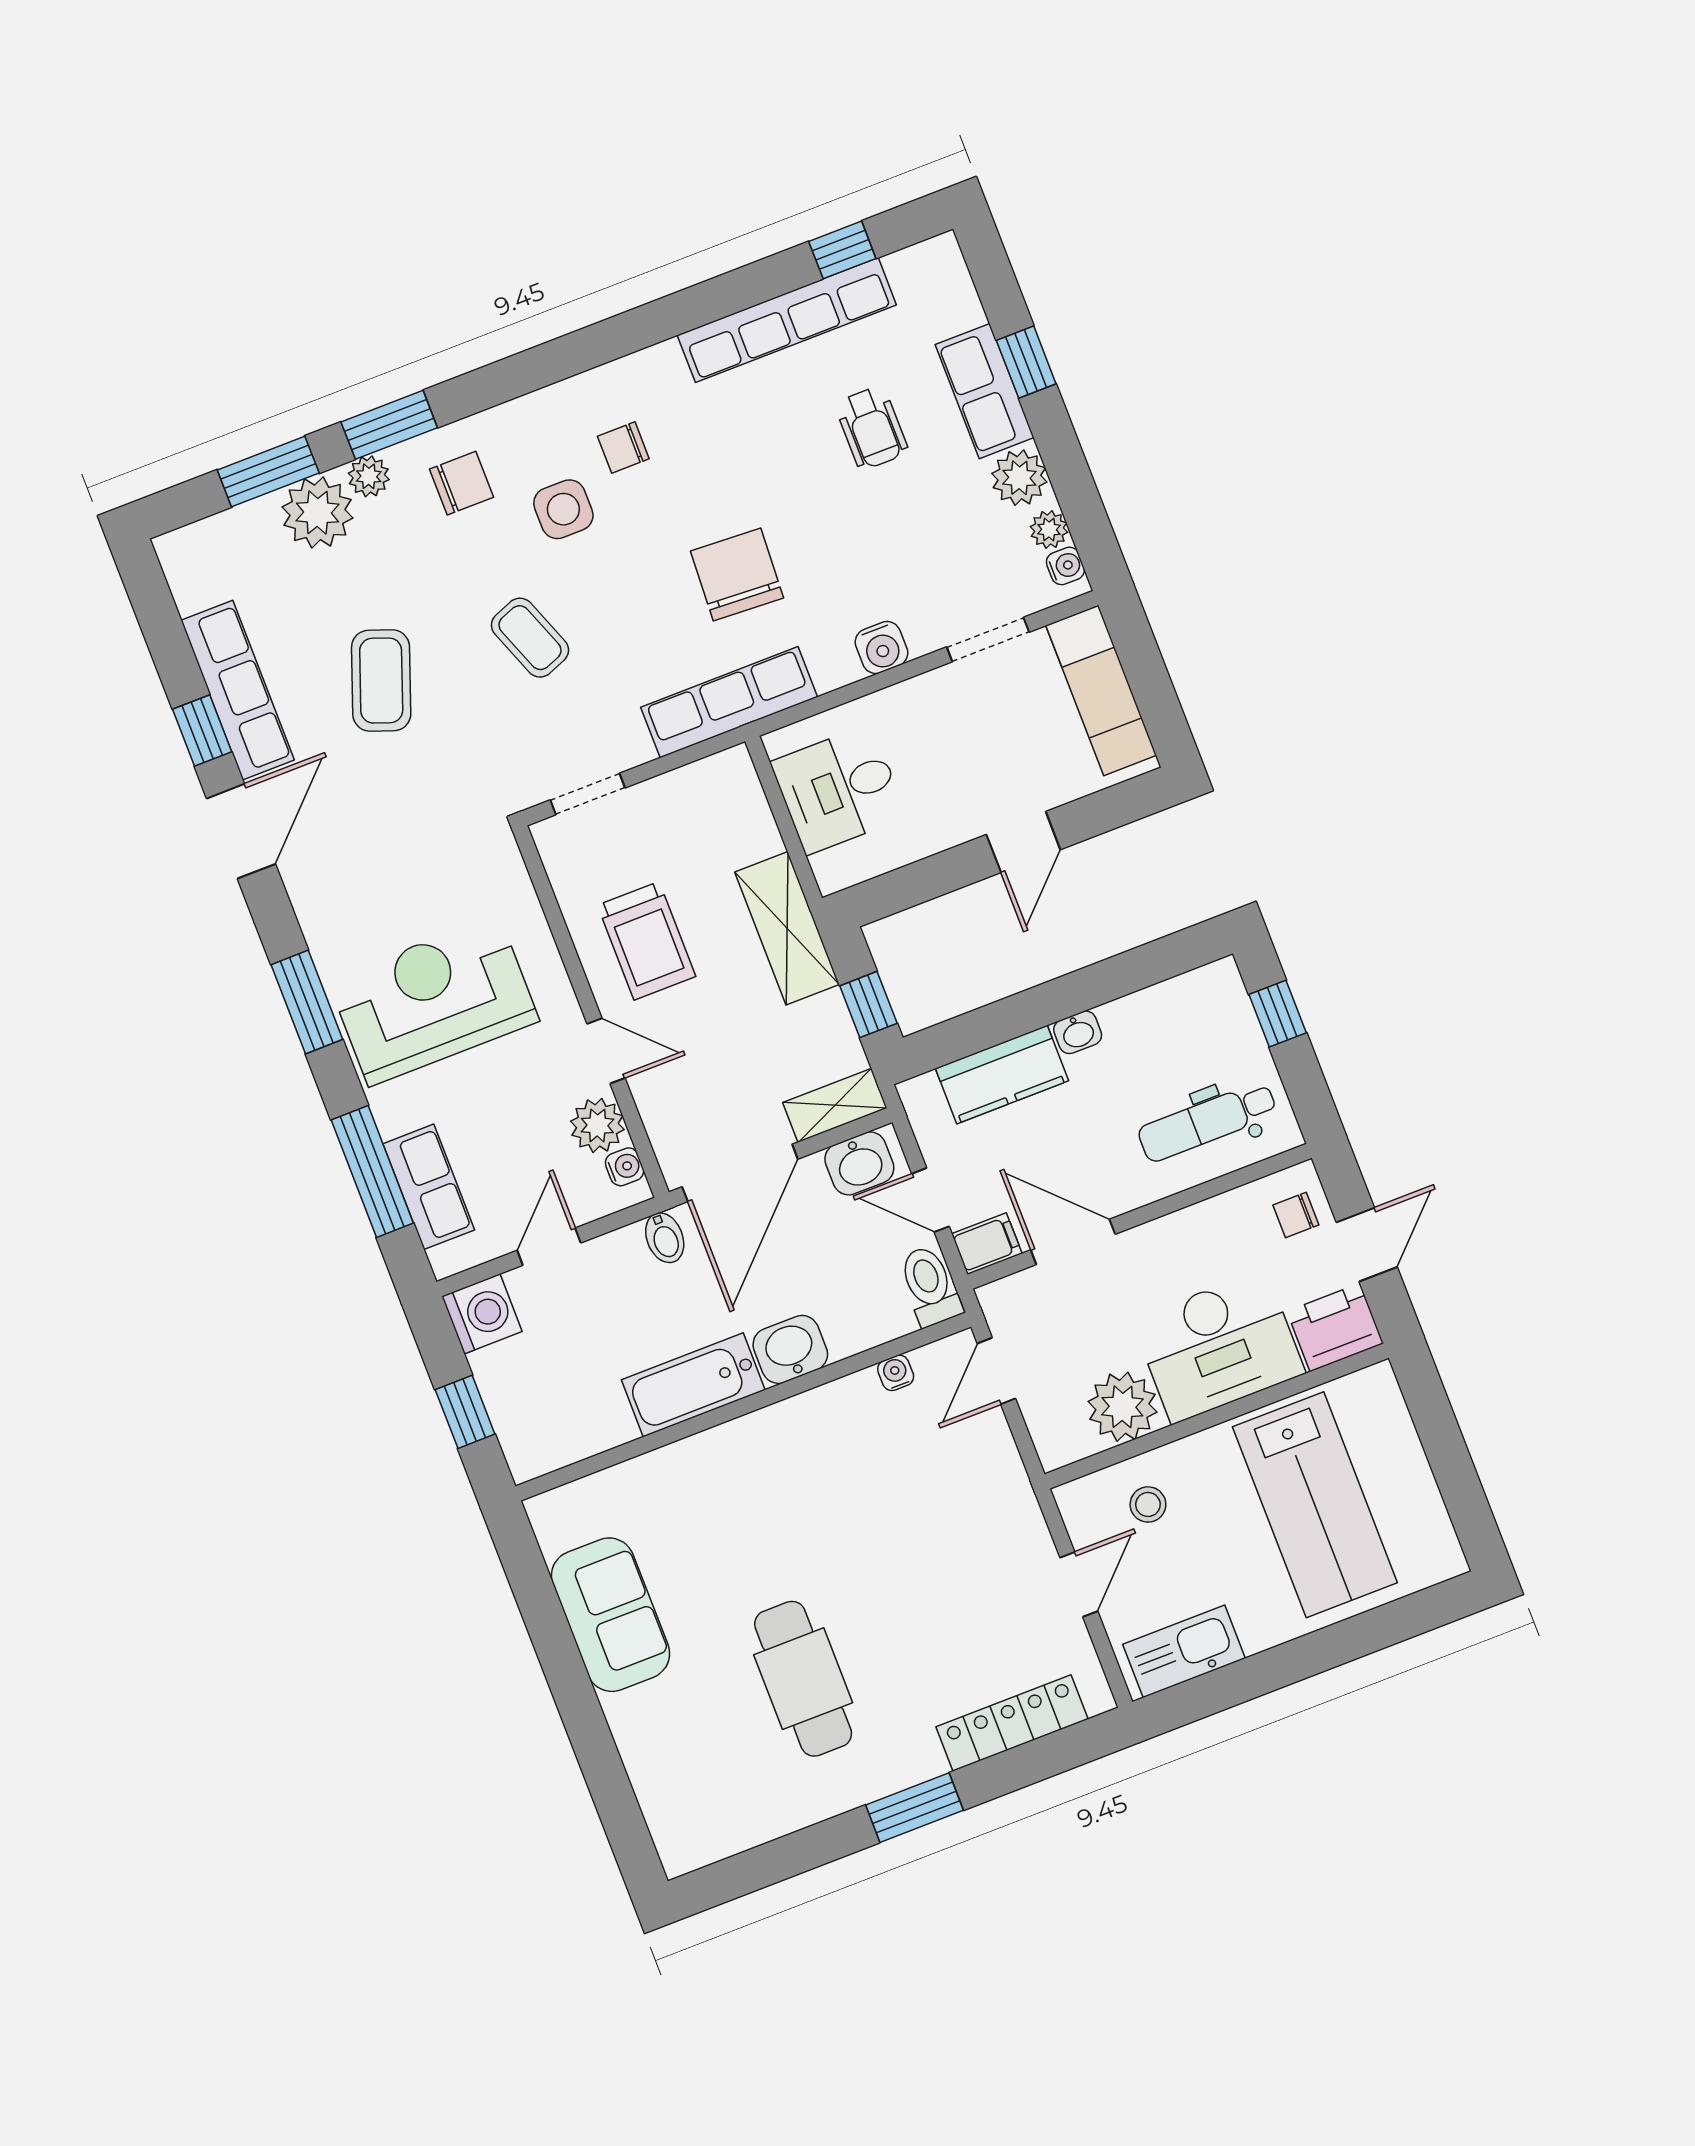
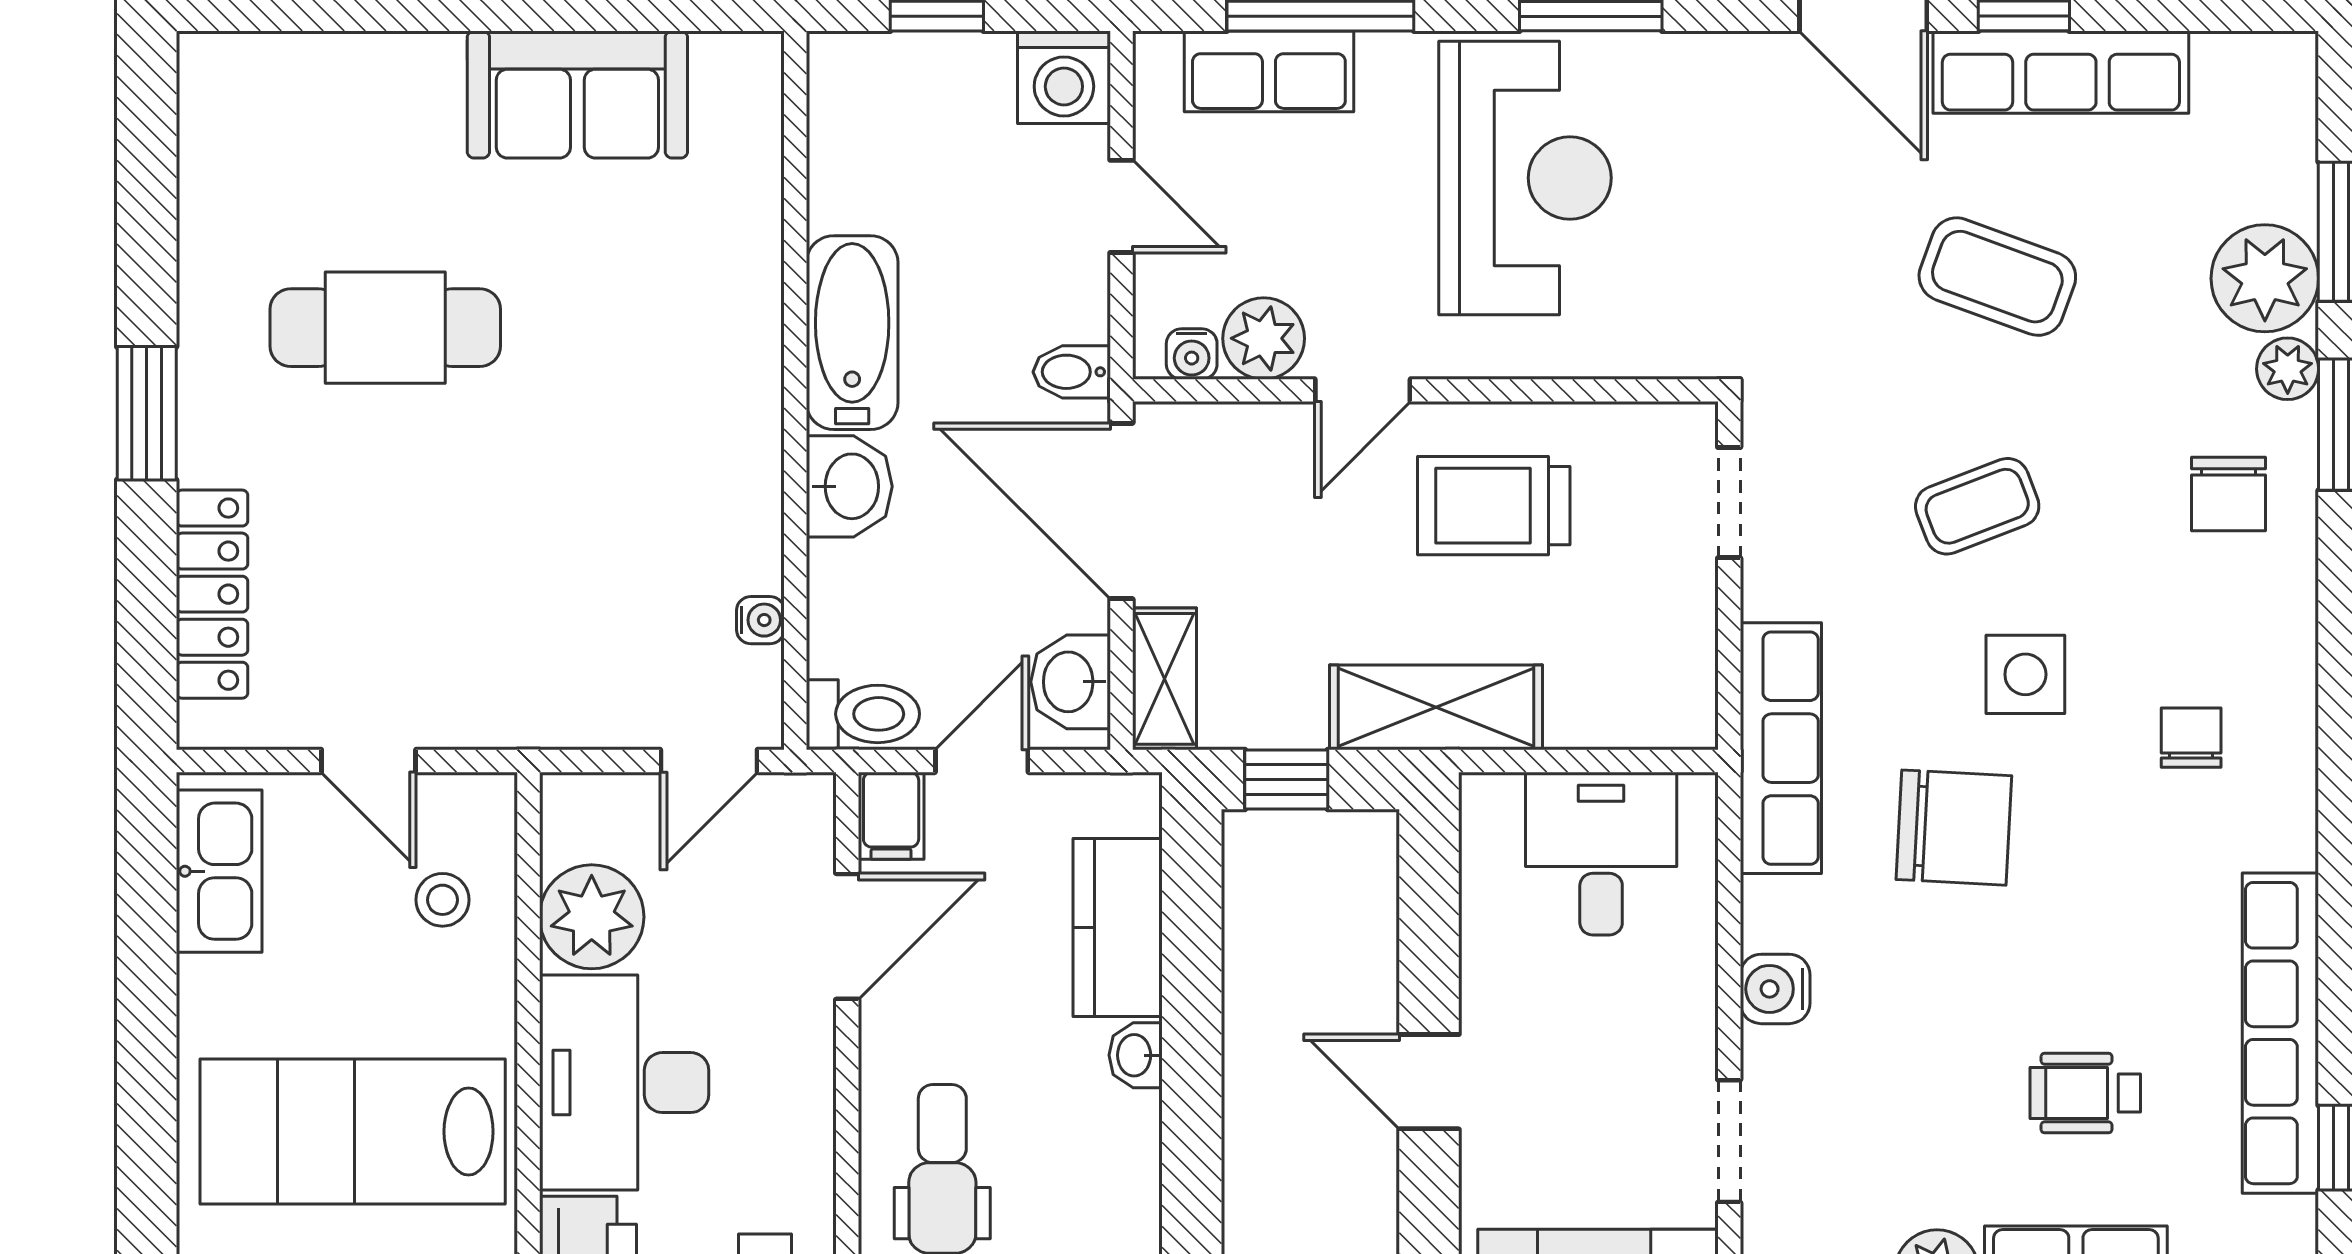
side table: (563, 509) -> (2025, 674), moved
door: (996, 1371) -> (709, 761), swing flipped

